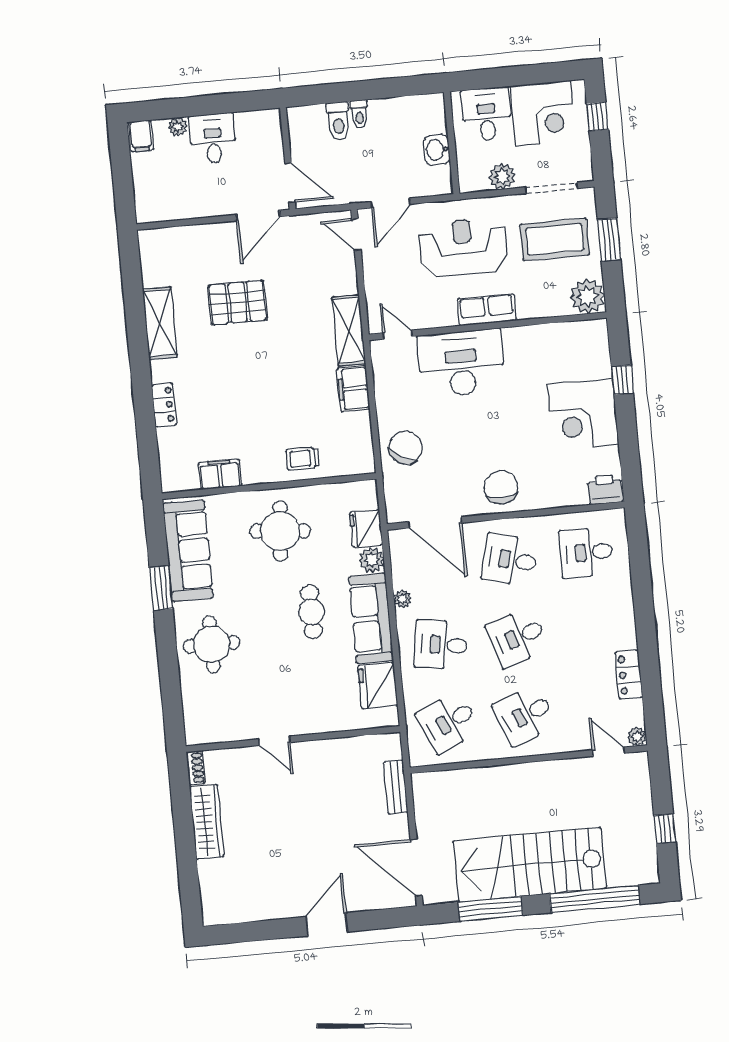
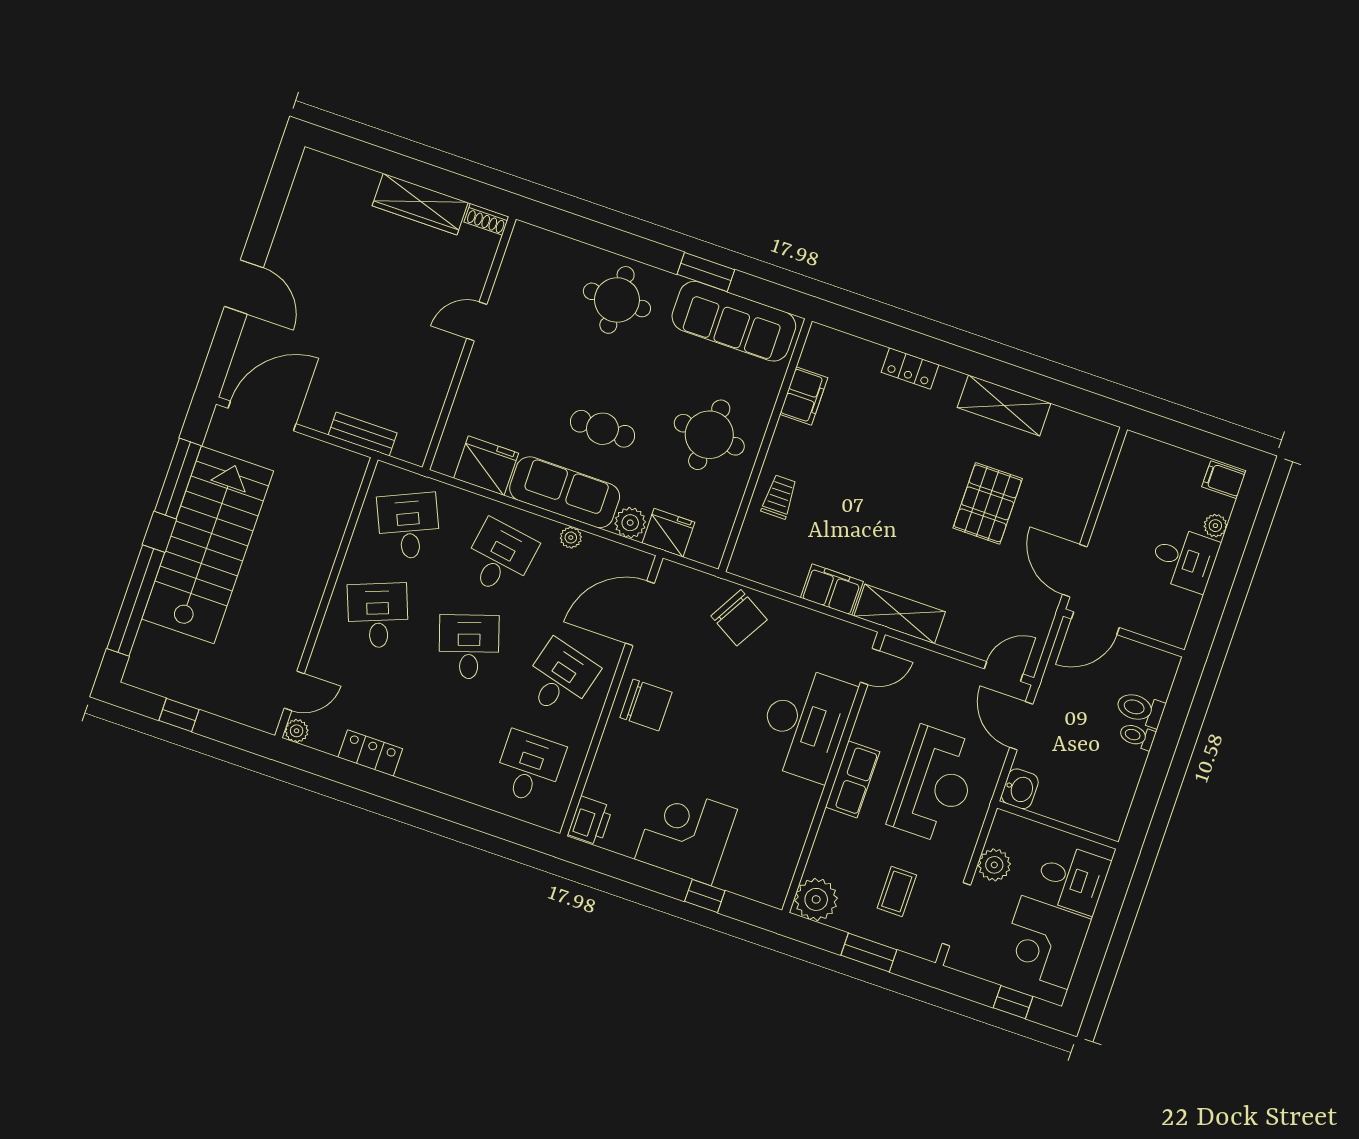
washbasin: (437, 150) -> (1020, 789), moved, turned 90
coffee table: (555, 239) -> (897, 891), width x0.54, depth x0.58

